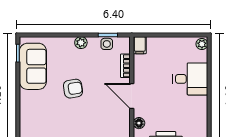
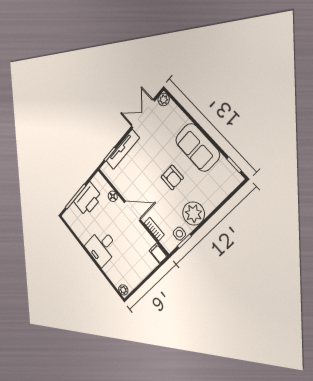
plant: (81, 43) -> (194, 214), width x1.88, depth x1.88
sofa: (33, 66) -> (197, 147), moved
desk: (190, 79) -> (102, 247), moved
armchair: (73, 89) -> (172, 177), turned -81

